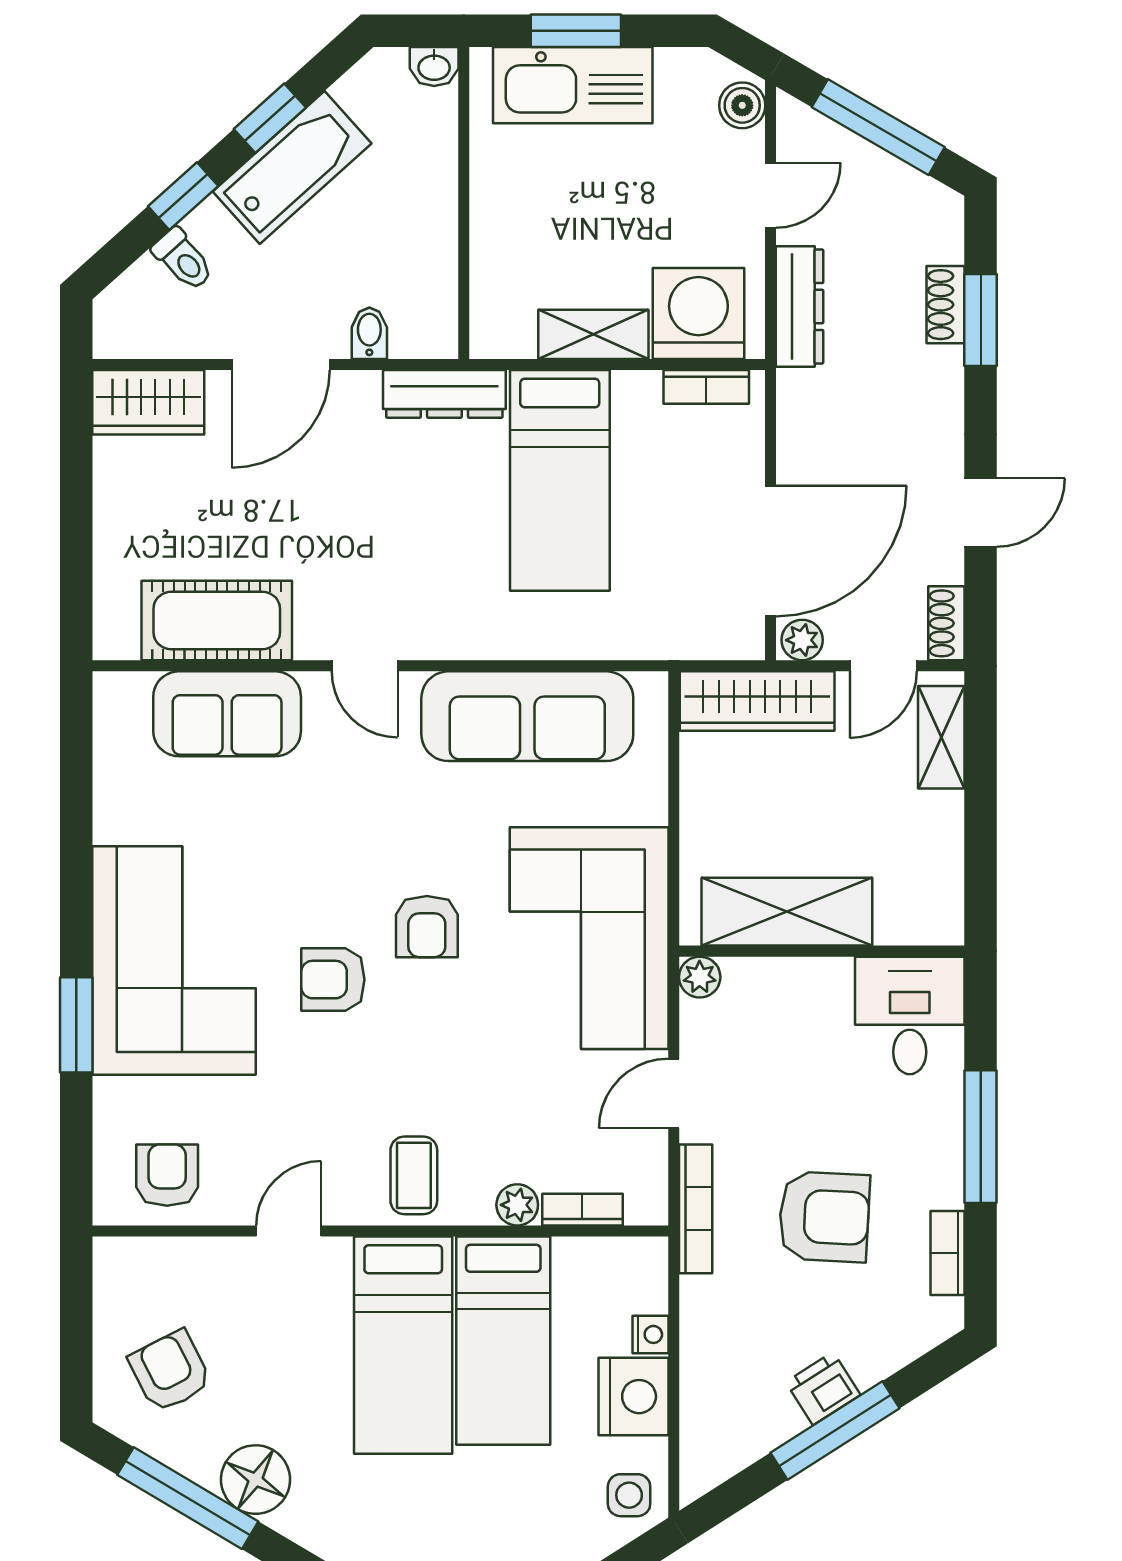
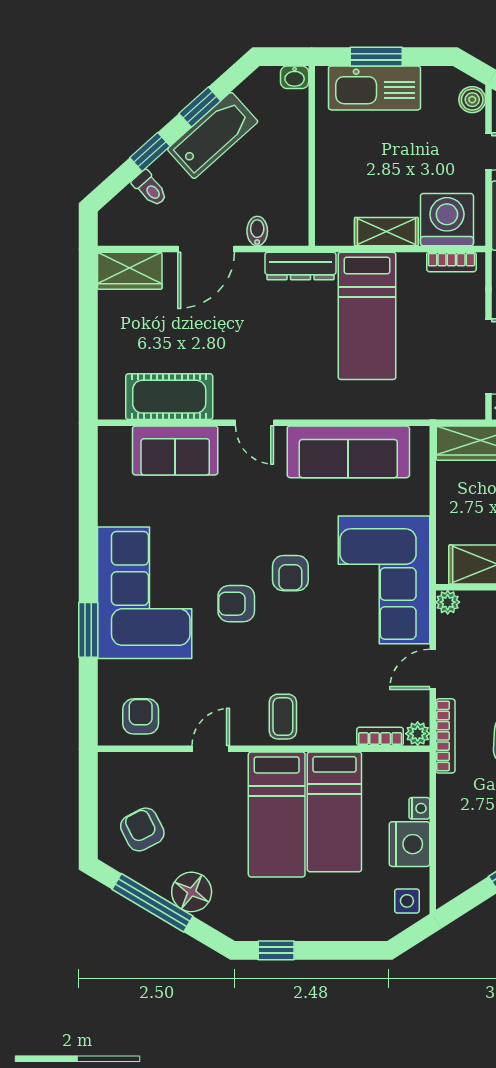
plant: (517, 1205) -> (418, 734), moved

